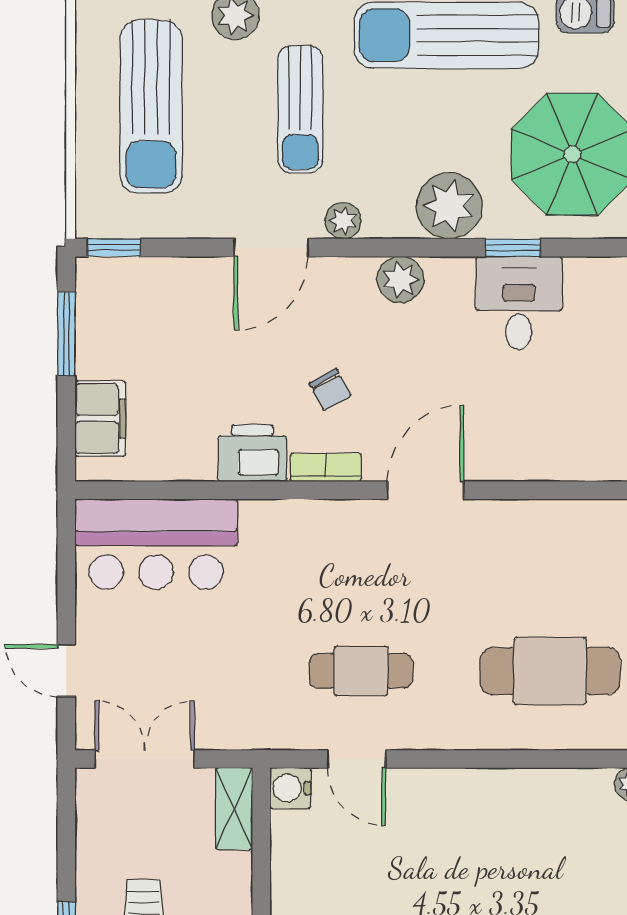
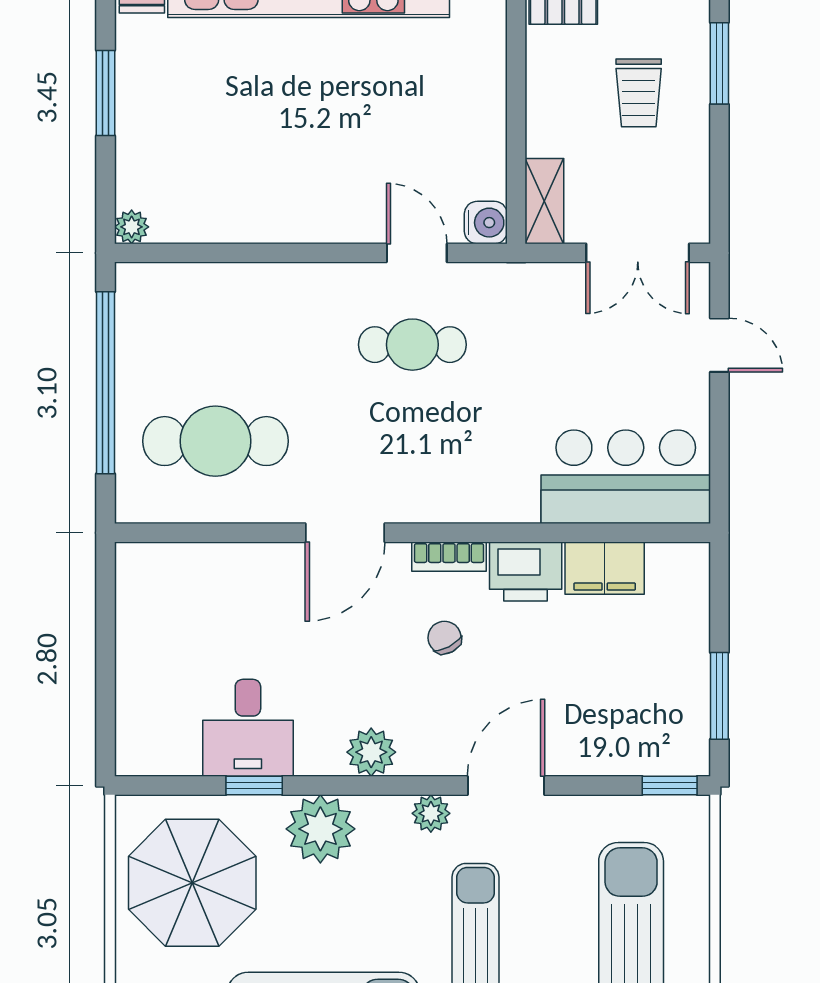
filing cabinet: (100, 419) -> (605, 568), moved, turned -90
cafe table: (550, 671) -> (215, 441), moved

